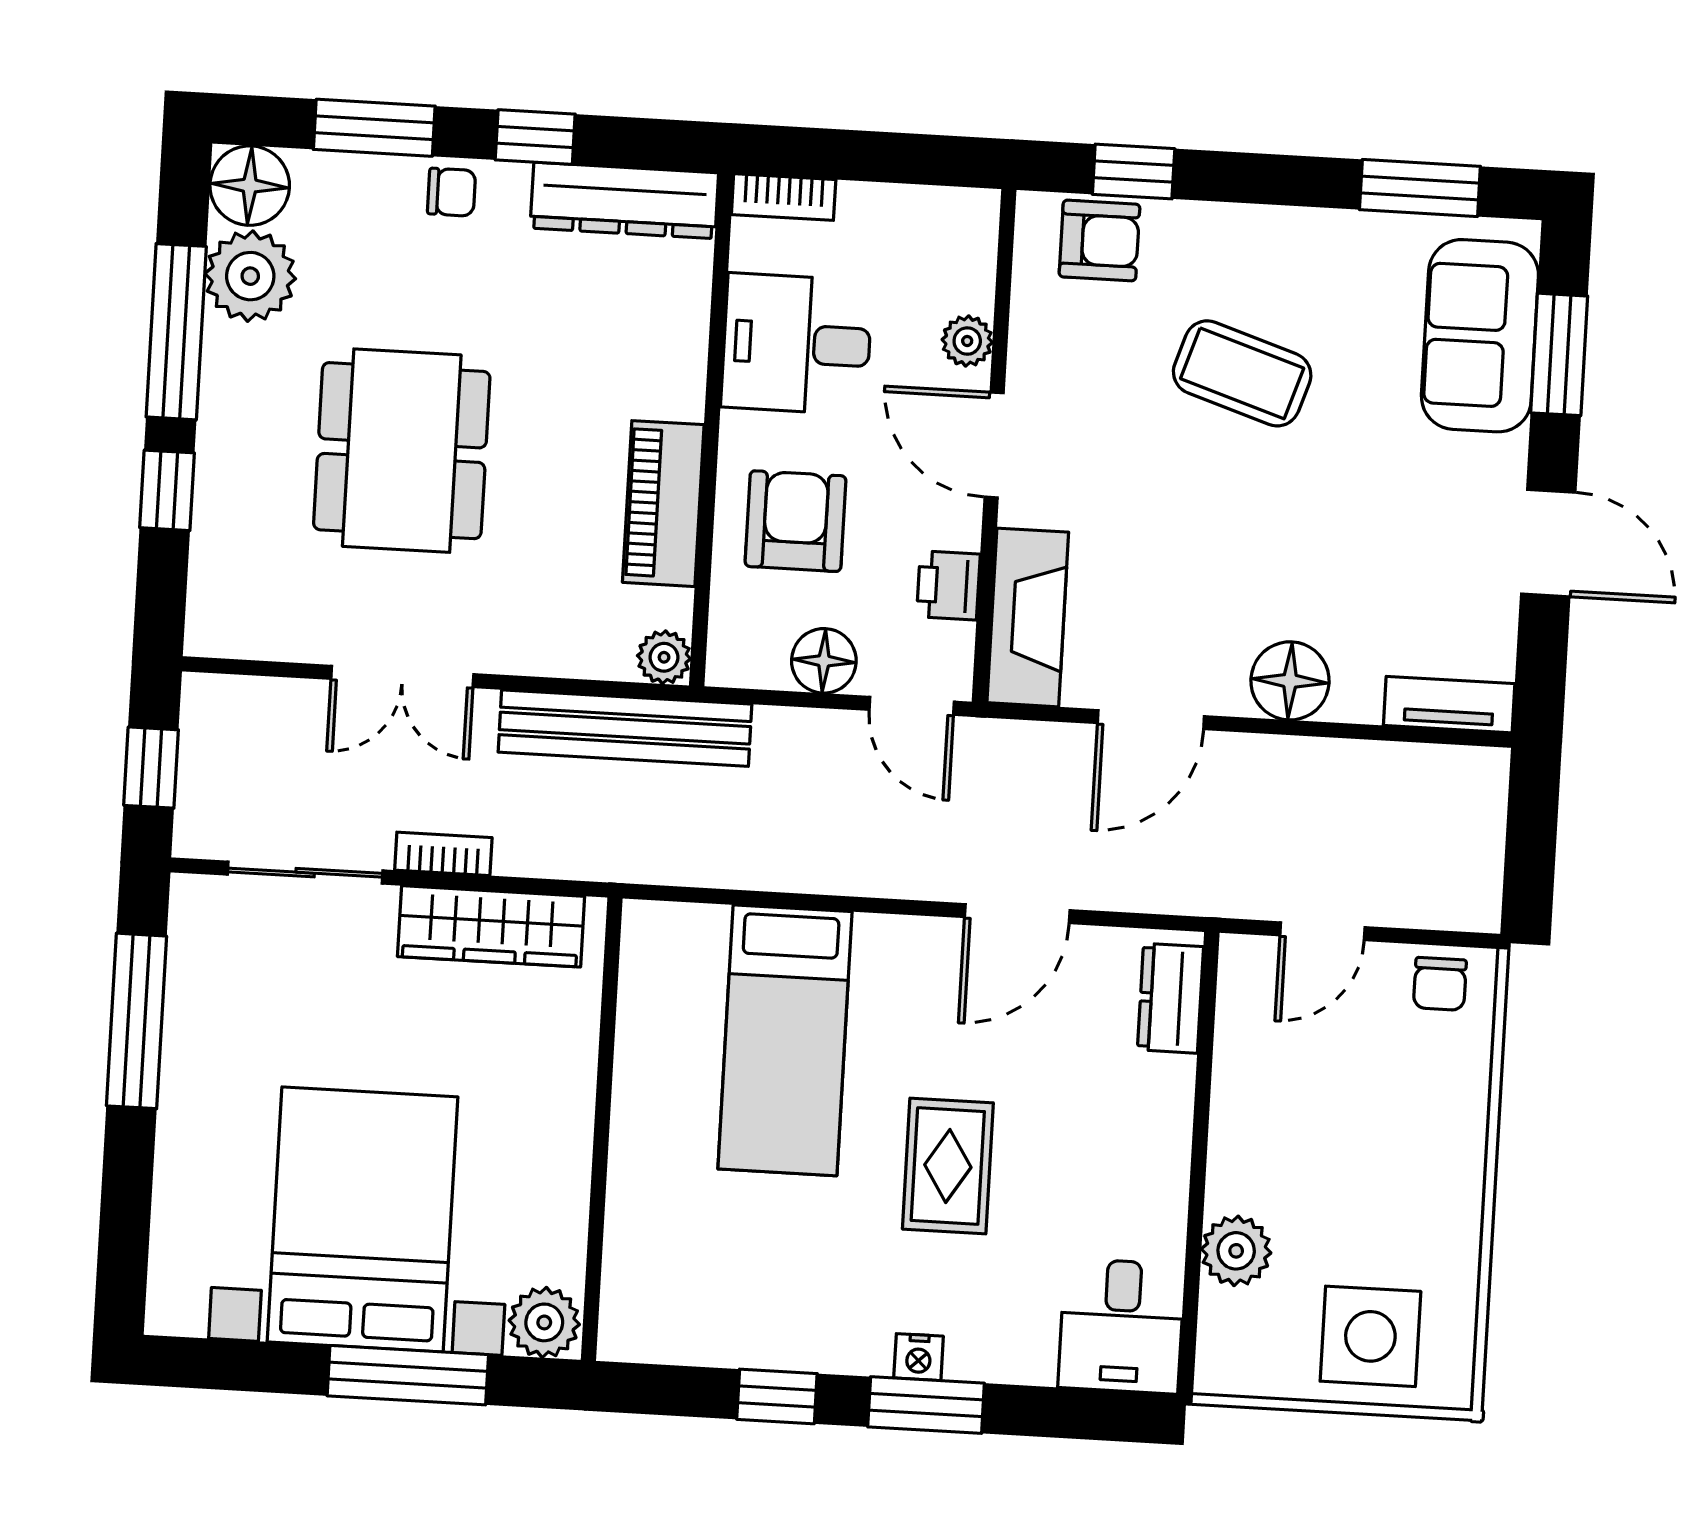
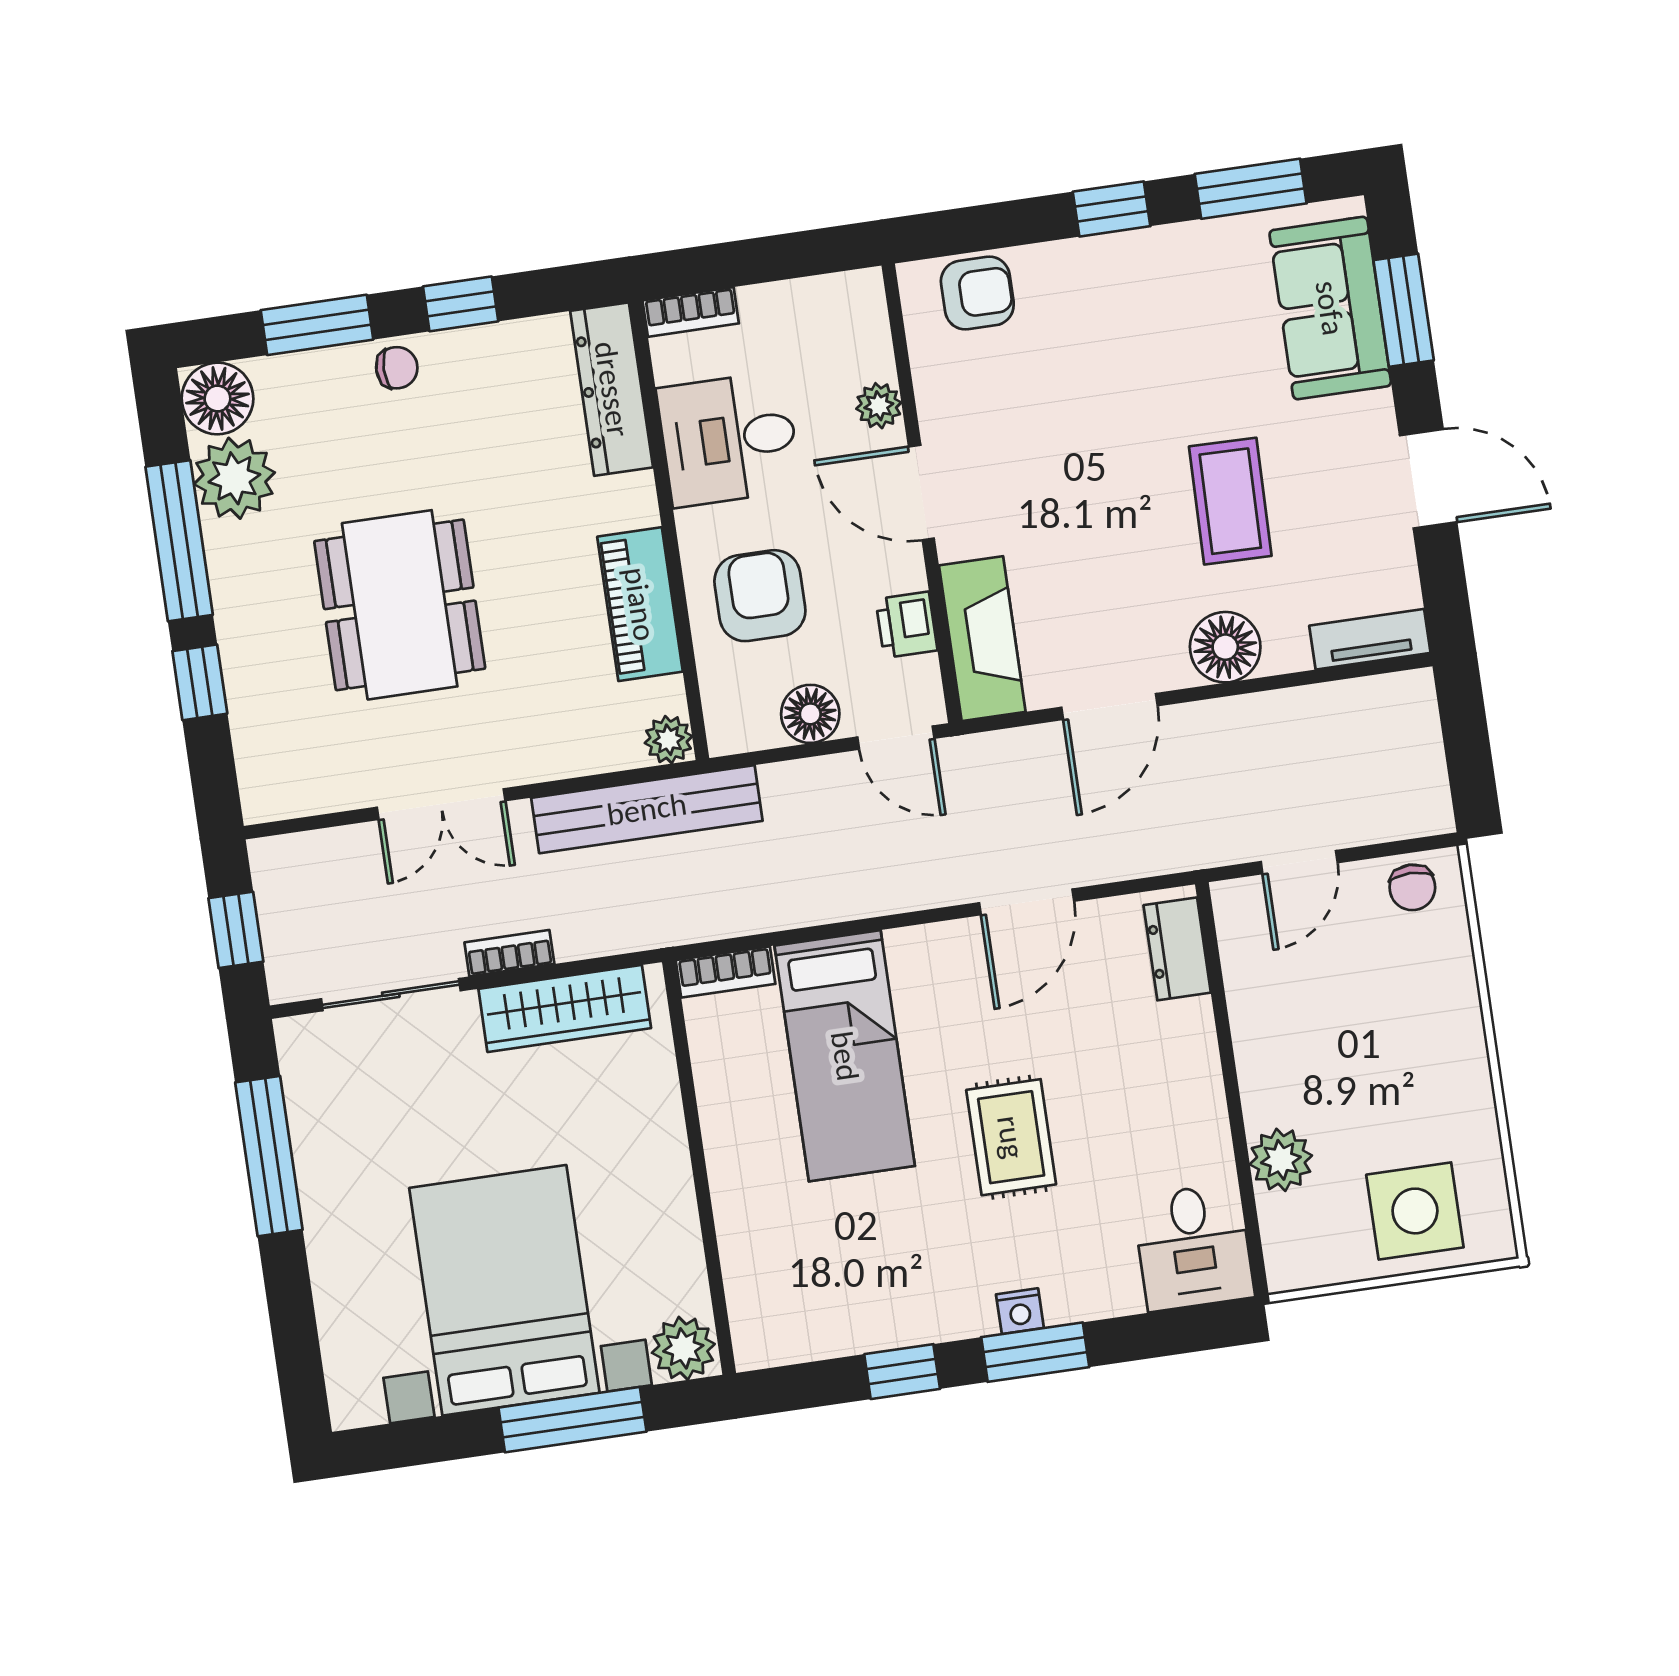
window: (1134, 172) -> (1112, 209), moved
dresser: (624, 200) -> (612, 389), moved, turned 90
coffee table: (1242, 373) -> (1230, 501), moved, turned 73
bookcase: (674, 923) -> (726, 972), added

